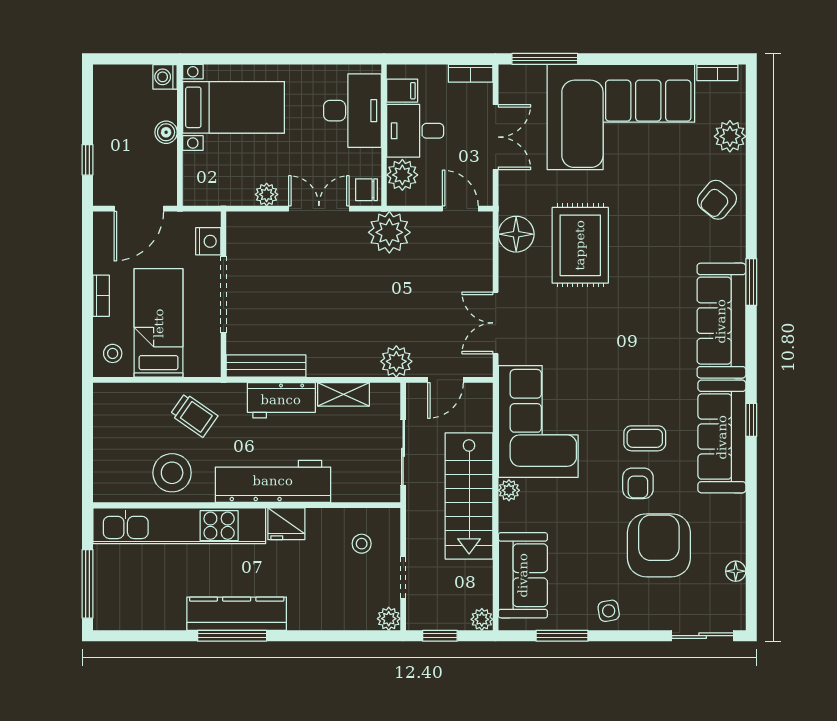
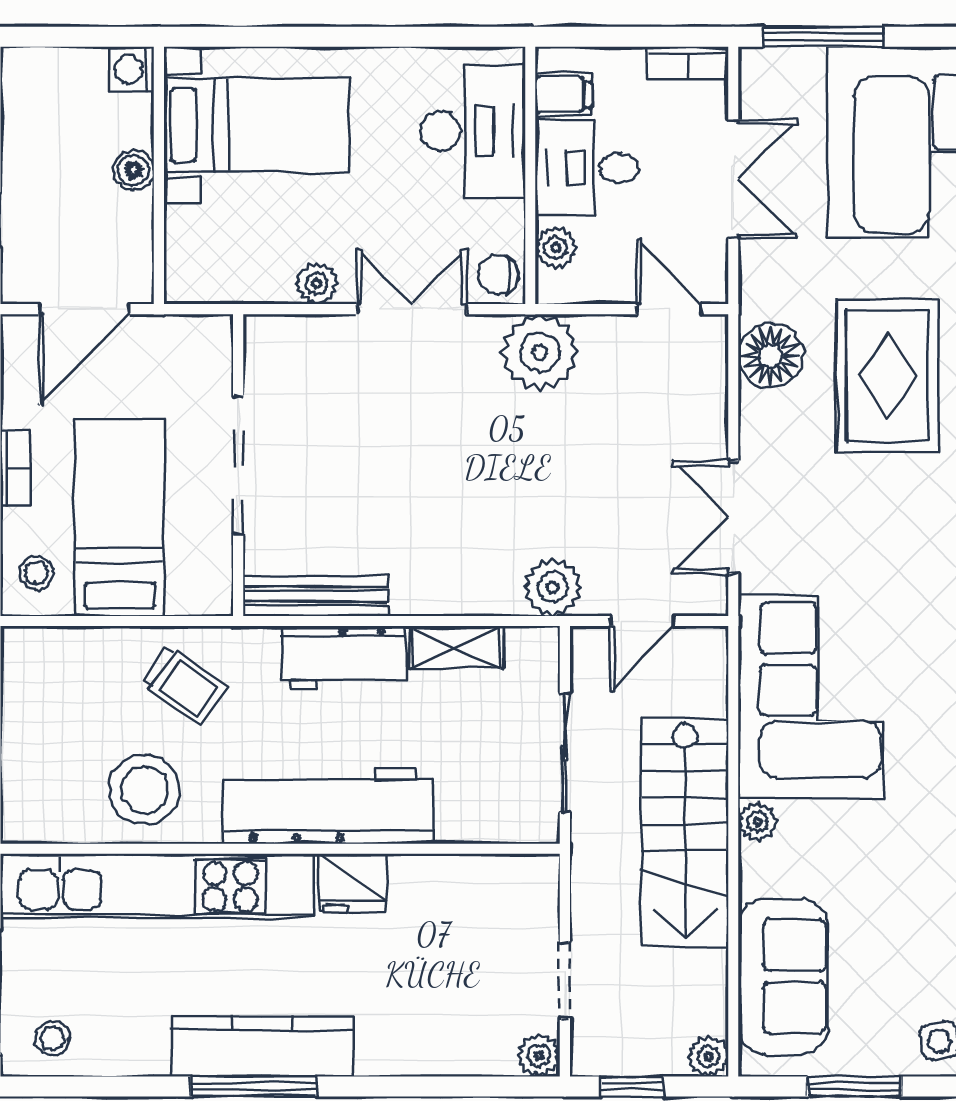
plant: (402, 175) -> (556, 248), width x0.73, depth x0.73
nightstand: (208, 241) -> (210, 369), removed
stool: (362, 544) -> (53, 1039), moved

